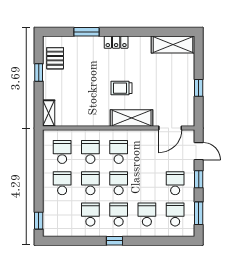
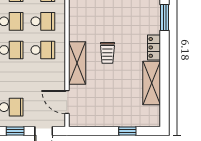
shelving: (173, 44) -> (152, 83), moved
trolley: (122, 88) -> (107, 53), turned 180
window: (199, 88) -> (127, 131), moved

